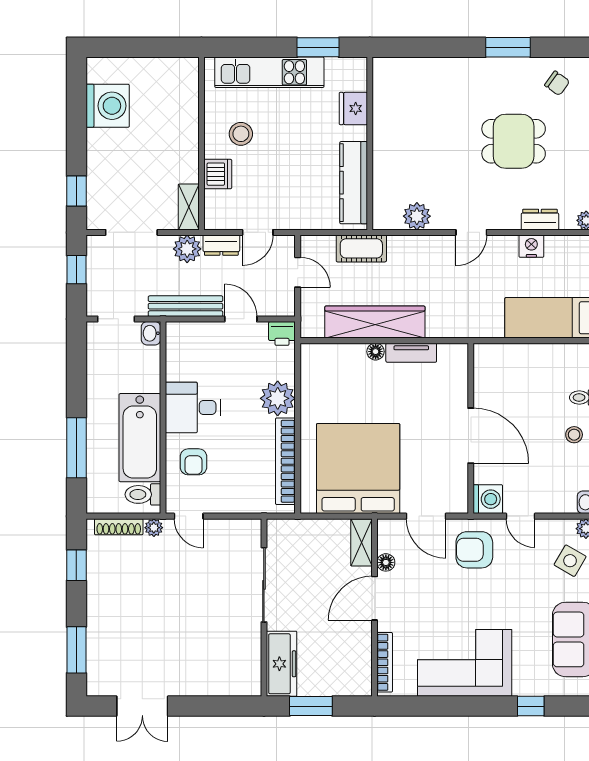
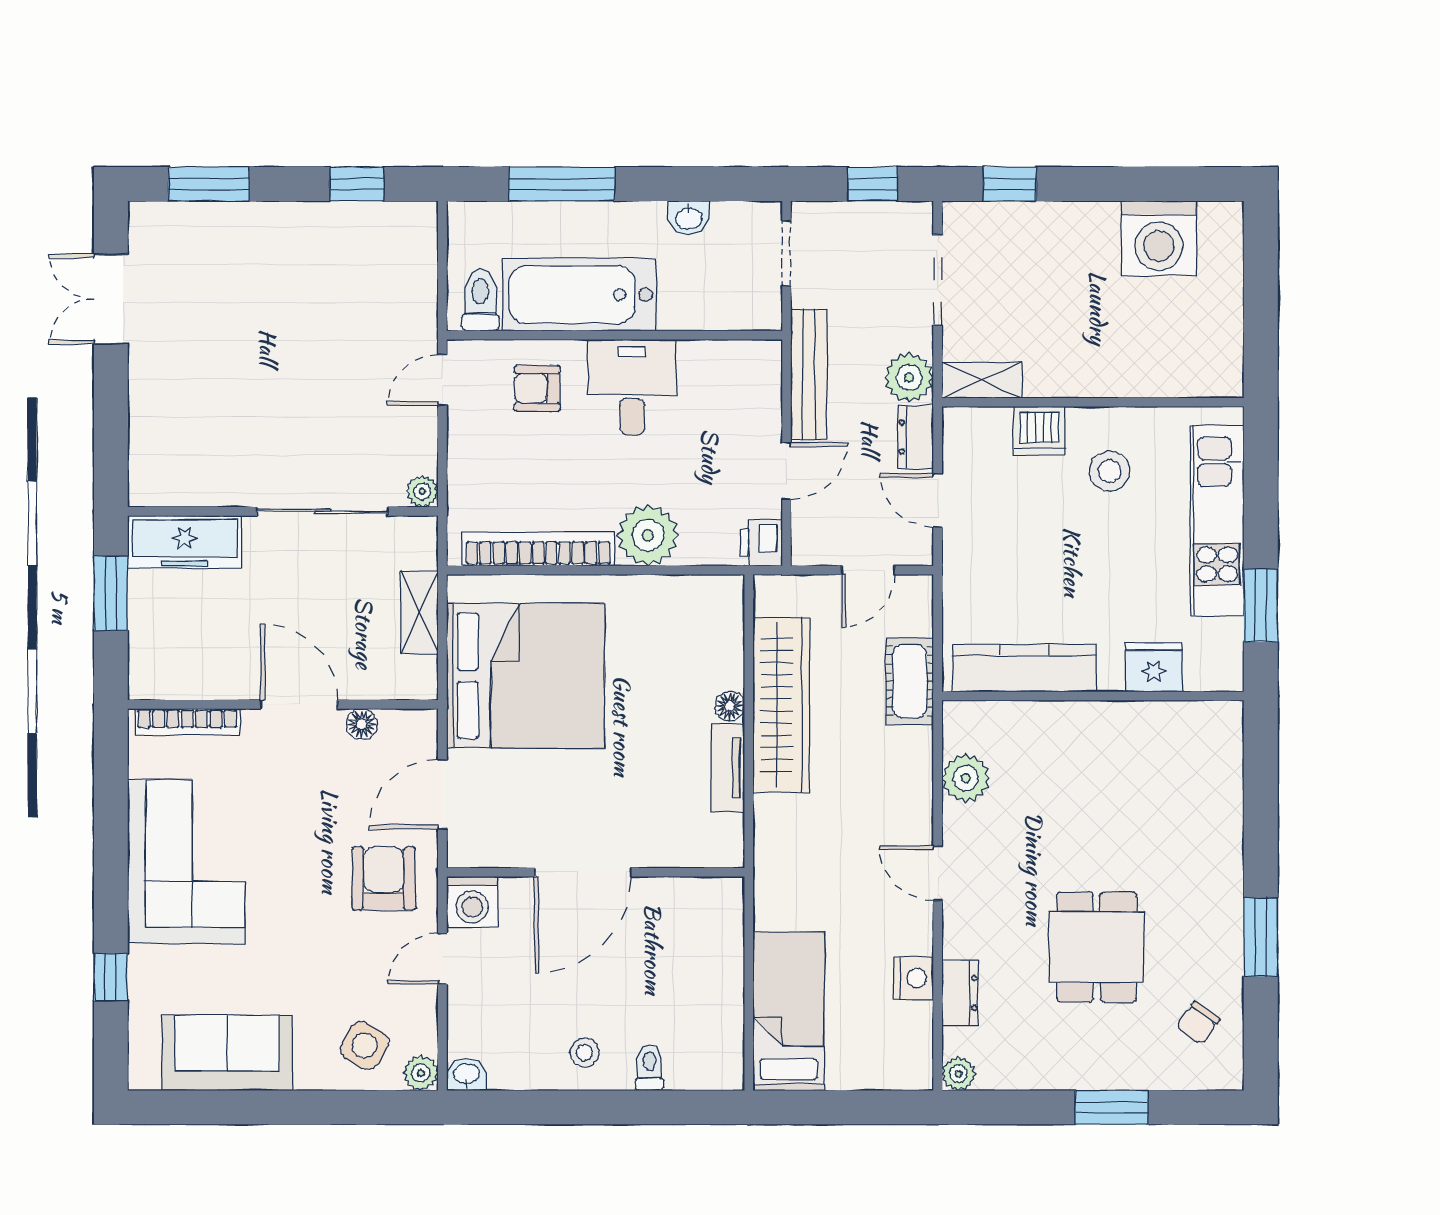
washbasin: (151, 333) -> (689, 218), moved, turned 180
shoe rack: (119, 527) -> (424, 258), removed
plant: (154, 528) -> (422, 491), moved
shelving: (362, 542) -> (420, 612), moved, turned 90

